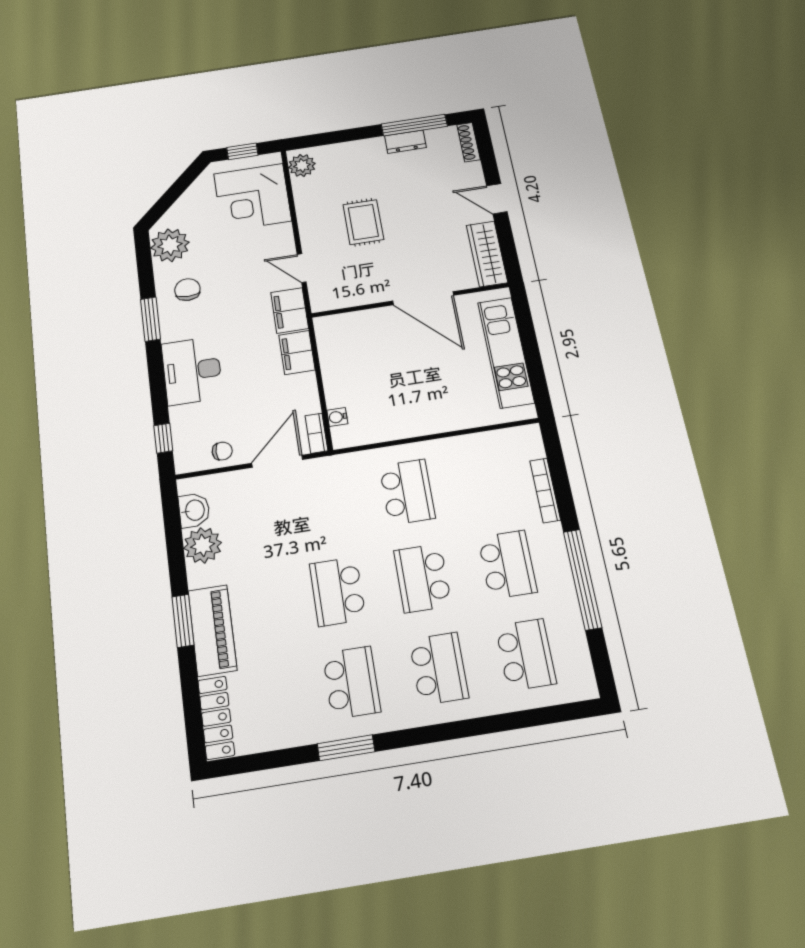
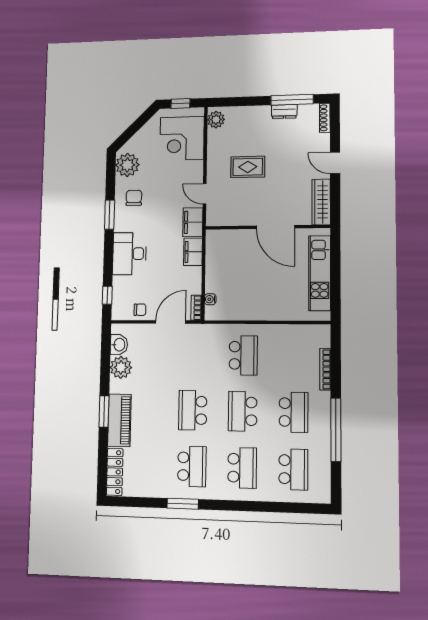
rug: (363, 222) -> (248, 167), turned 90

